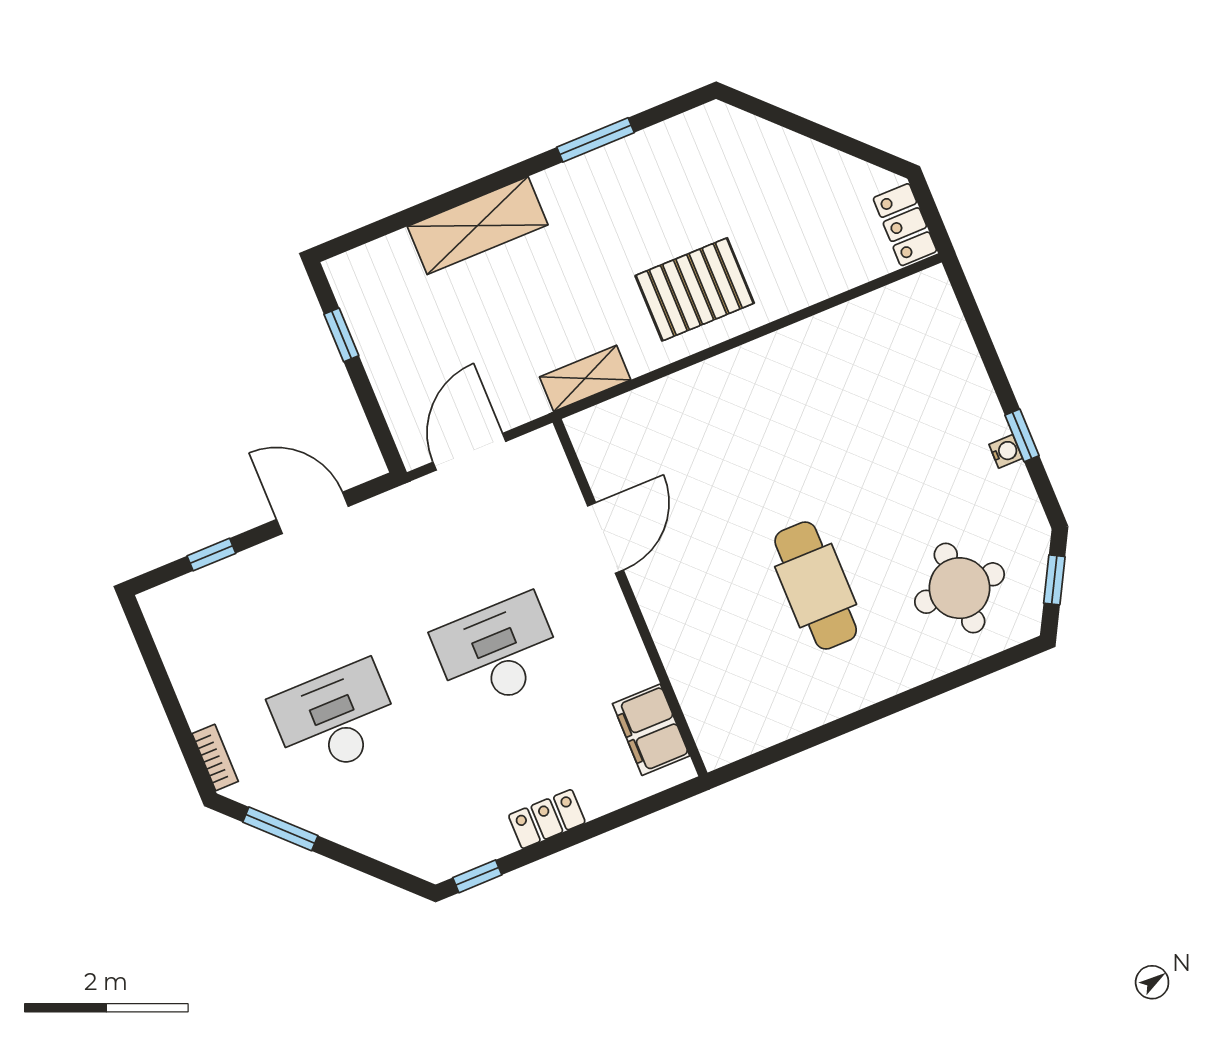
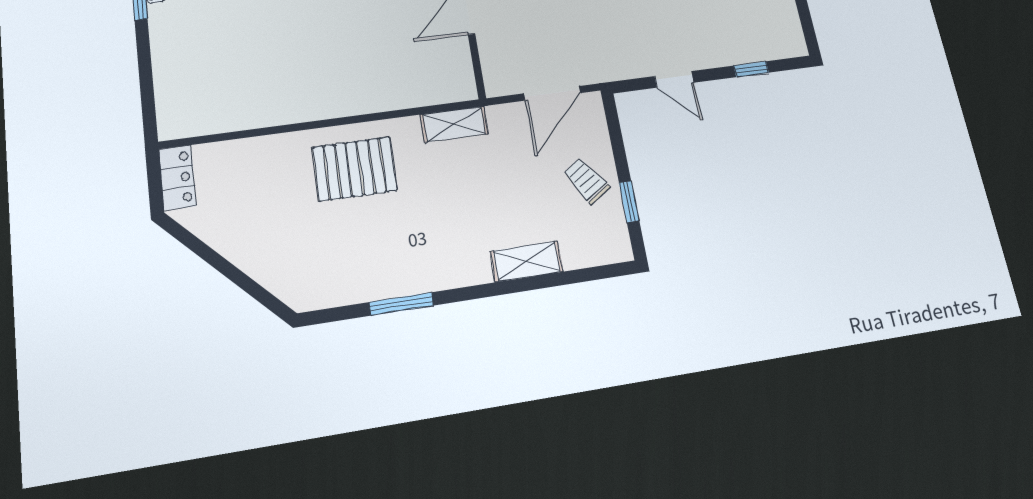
shelving: (478, 226) -> (527, 261), width x0.67, depth x0.75
trolley: (401, 348) -> (586, 181), added
door: (312, 513) -> (674, 79), width x0.73

